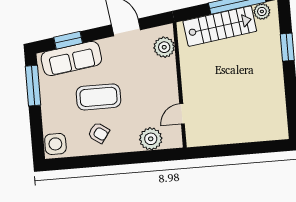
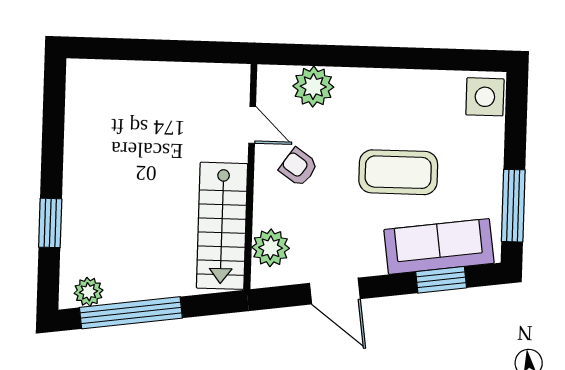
stairs: (220, 26) -> (222, 226), moved, turned -82
door: (182, 114) -> (252, 125), hinge flipped
armchair: (99, 133) -> (298, 167), moved

